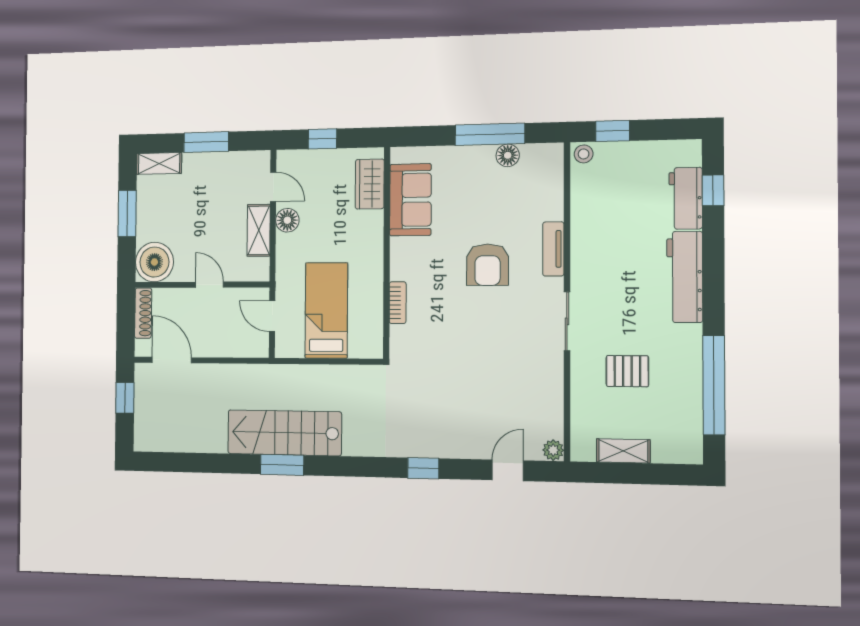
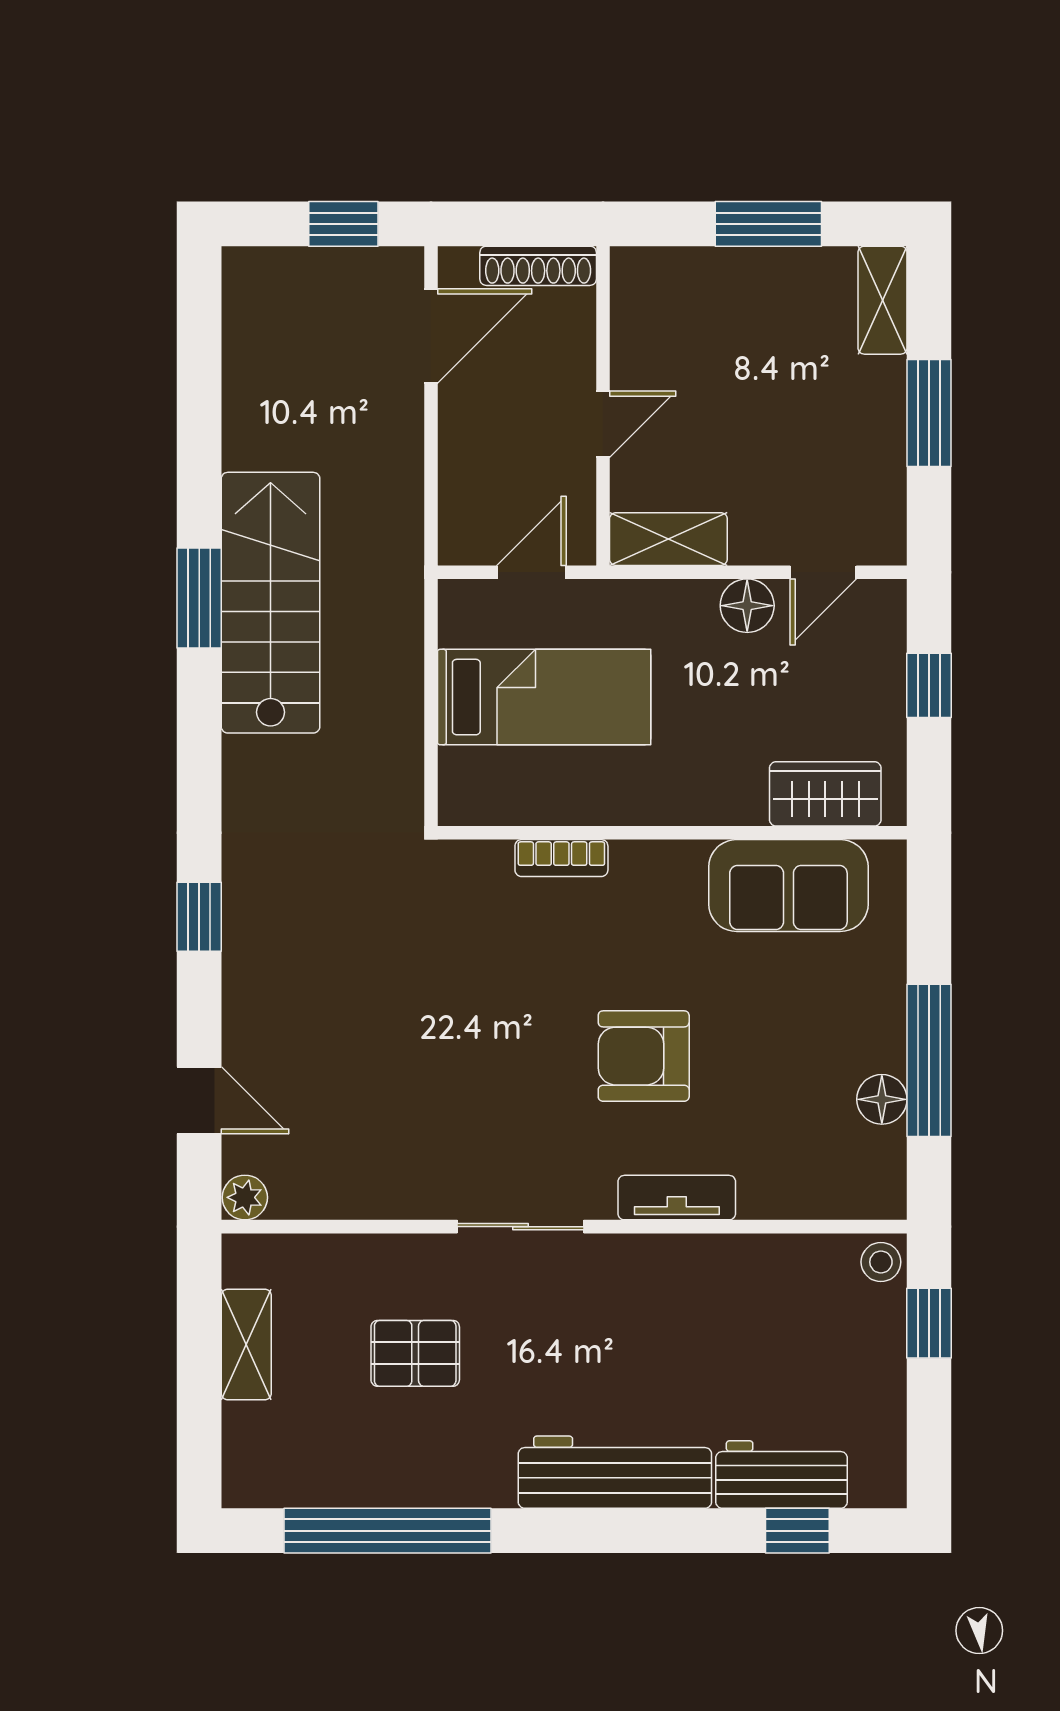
shelving: (259, 230) -> (668, 539), moved
boiler: (154, 262) -> (655, 292), removed
pallet: (627, 371) -> (415, 1353), turned 90

